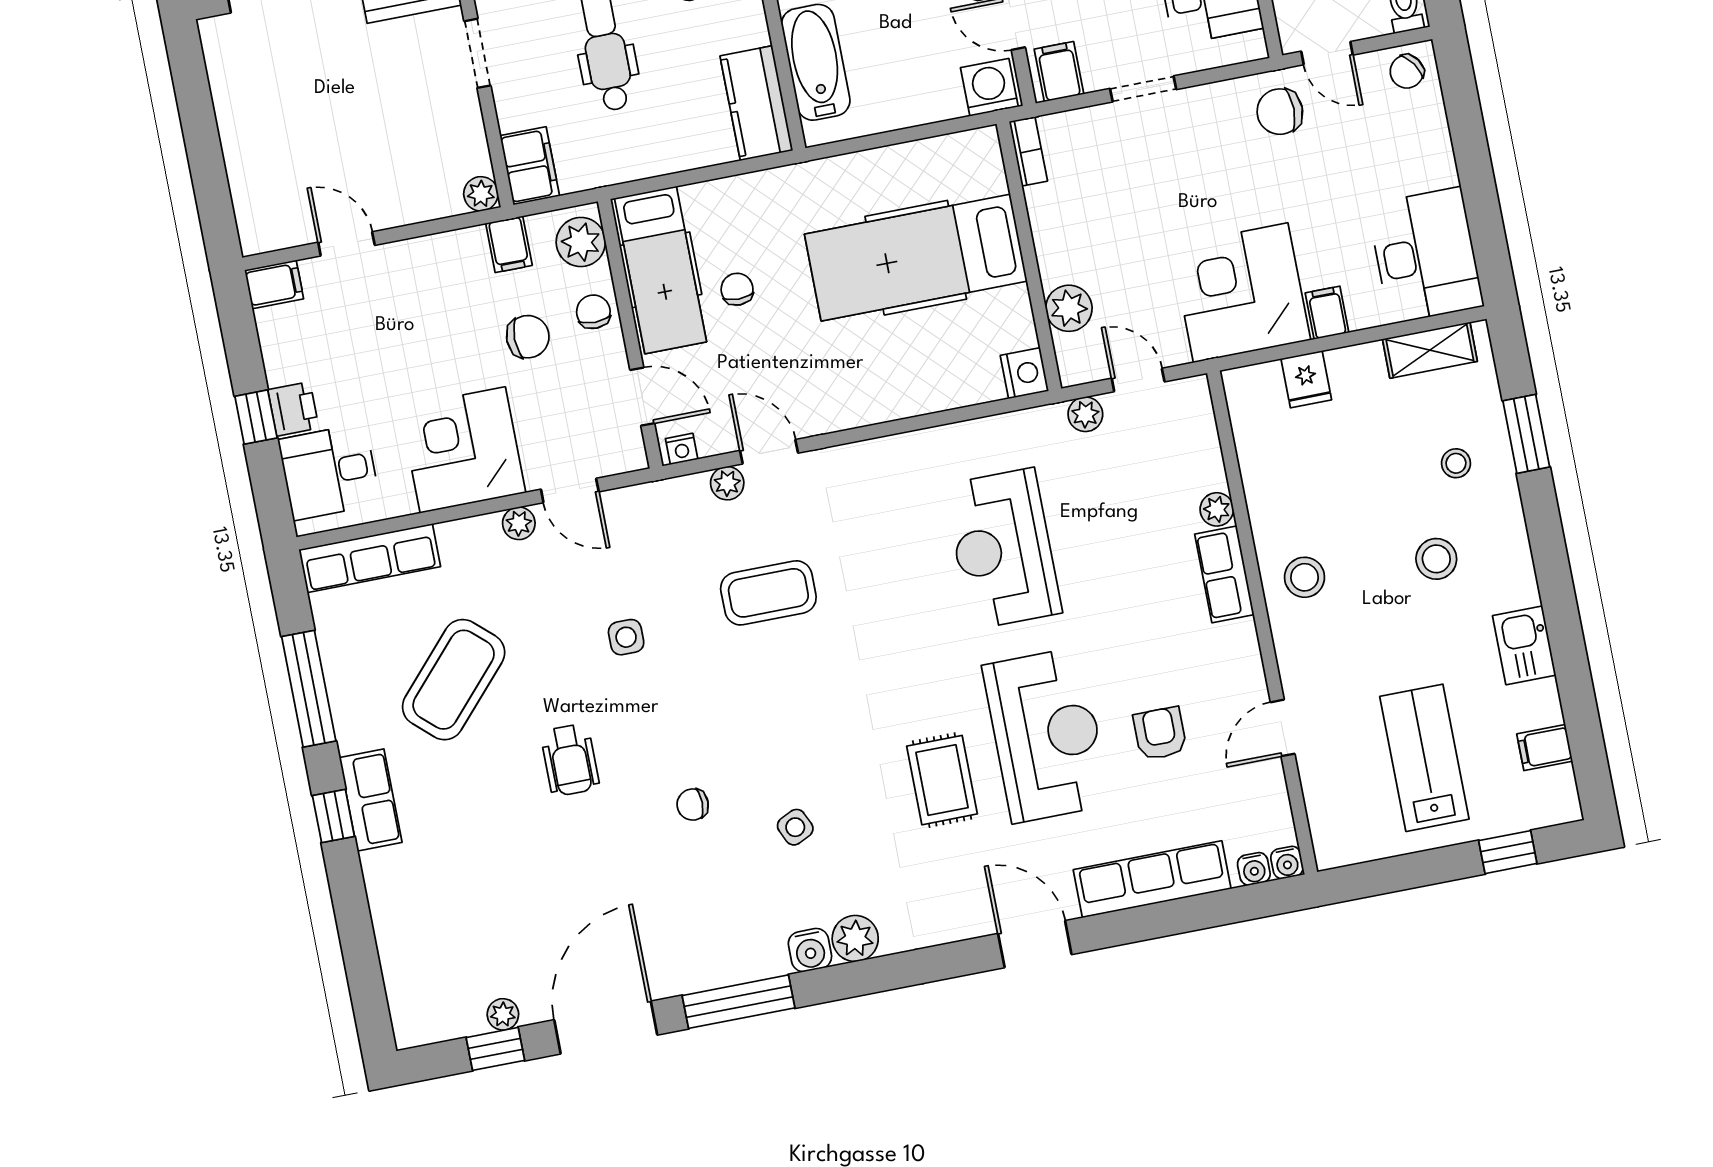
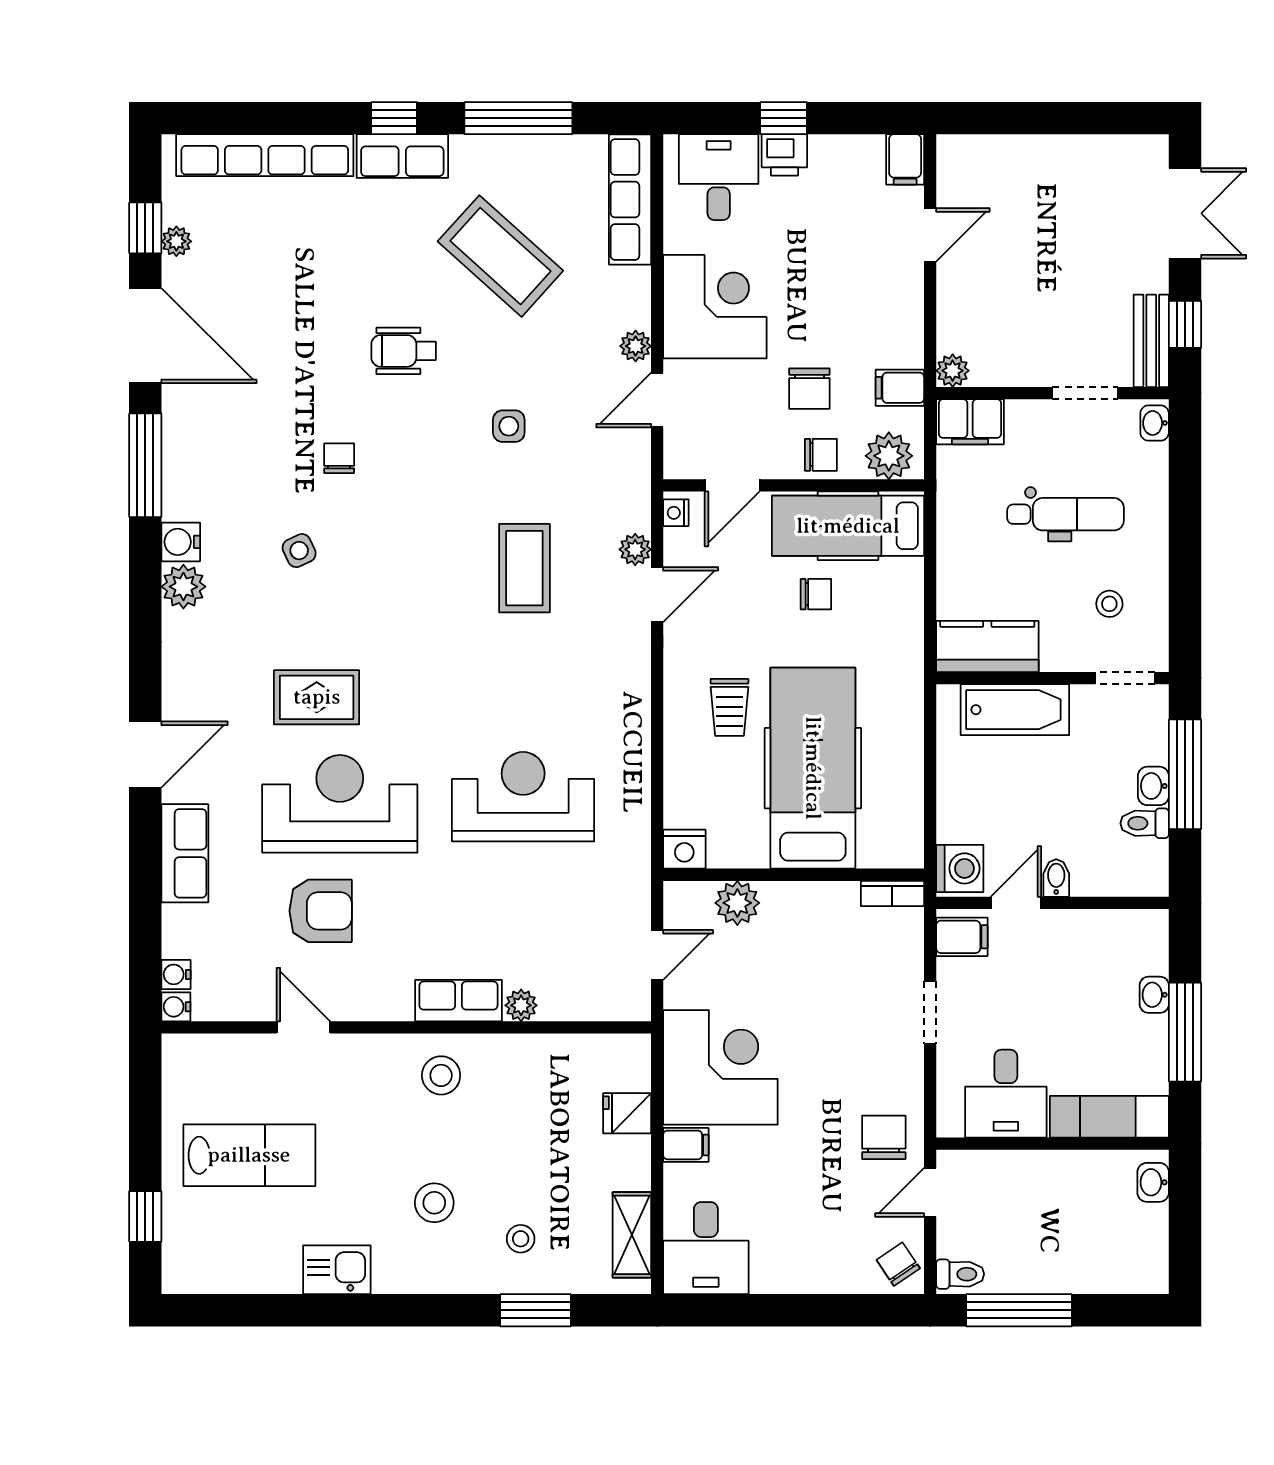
desk: (1425, 255) -> (706, 1248), width x0.73
trolley: (870, 355) -> (729, 707), added
plant: (1085, 414) -> (635, 899), removed
armchair: (1160, 733) -> (321, 911), width x1.38, depth x1.38
reception desk: (1047, 735) -> (340, 804), turned 180
filing cabinet: (1545, 748) -> (237, 1270), removed
row of seats: (1152, 879) -> (185, 853), width x0.68
row of seats: (397, 941) -> (265, 155), added

